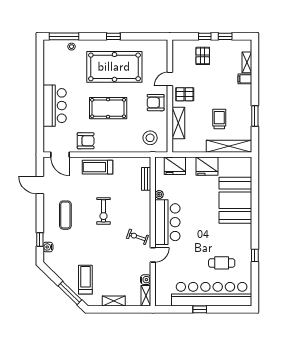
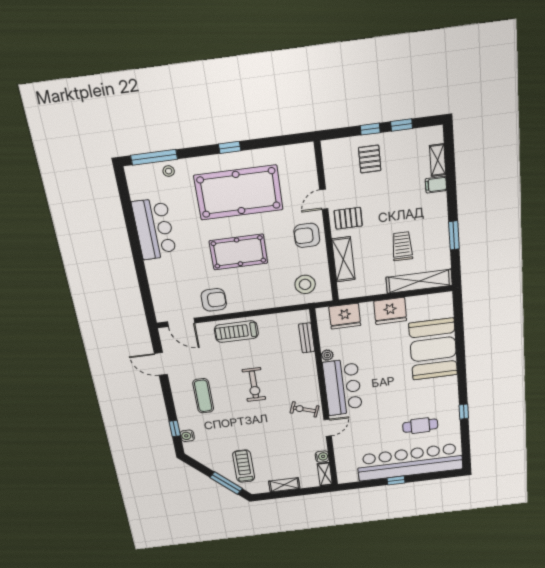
bar counter: (55, 106) -> (154, 229), moved

